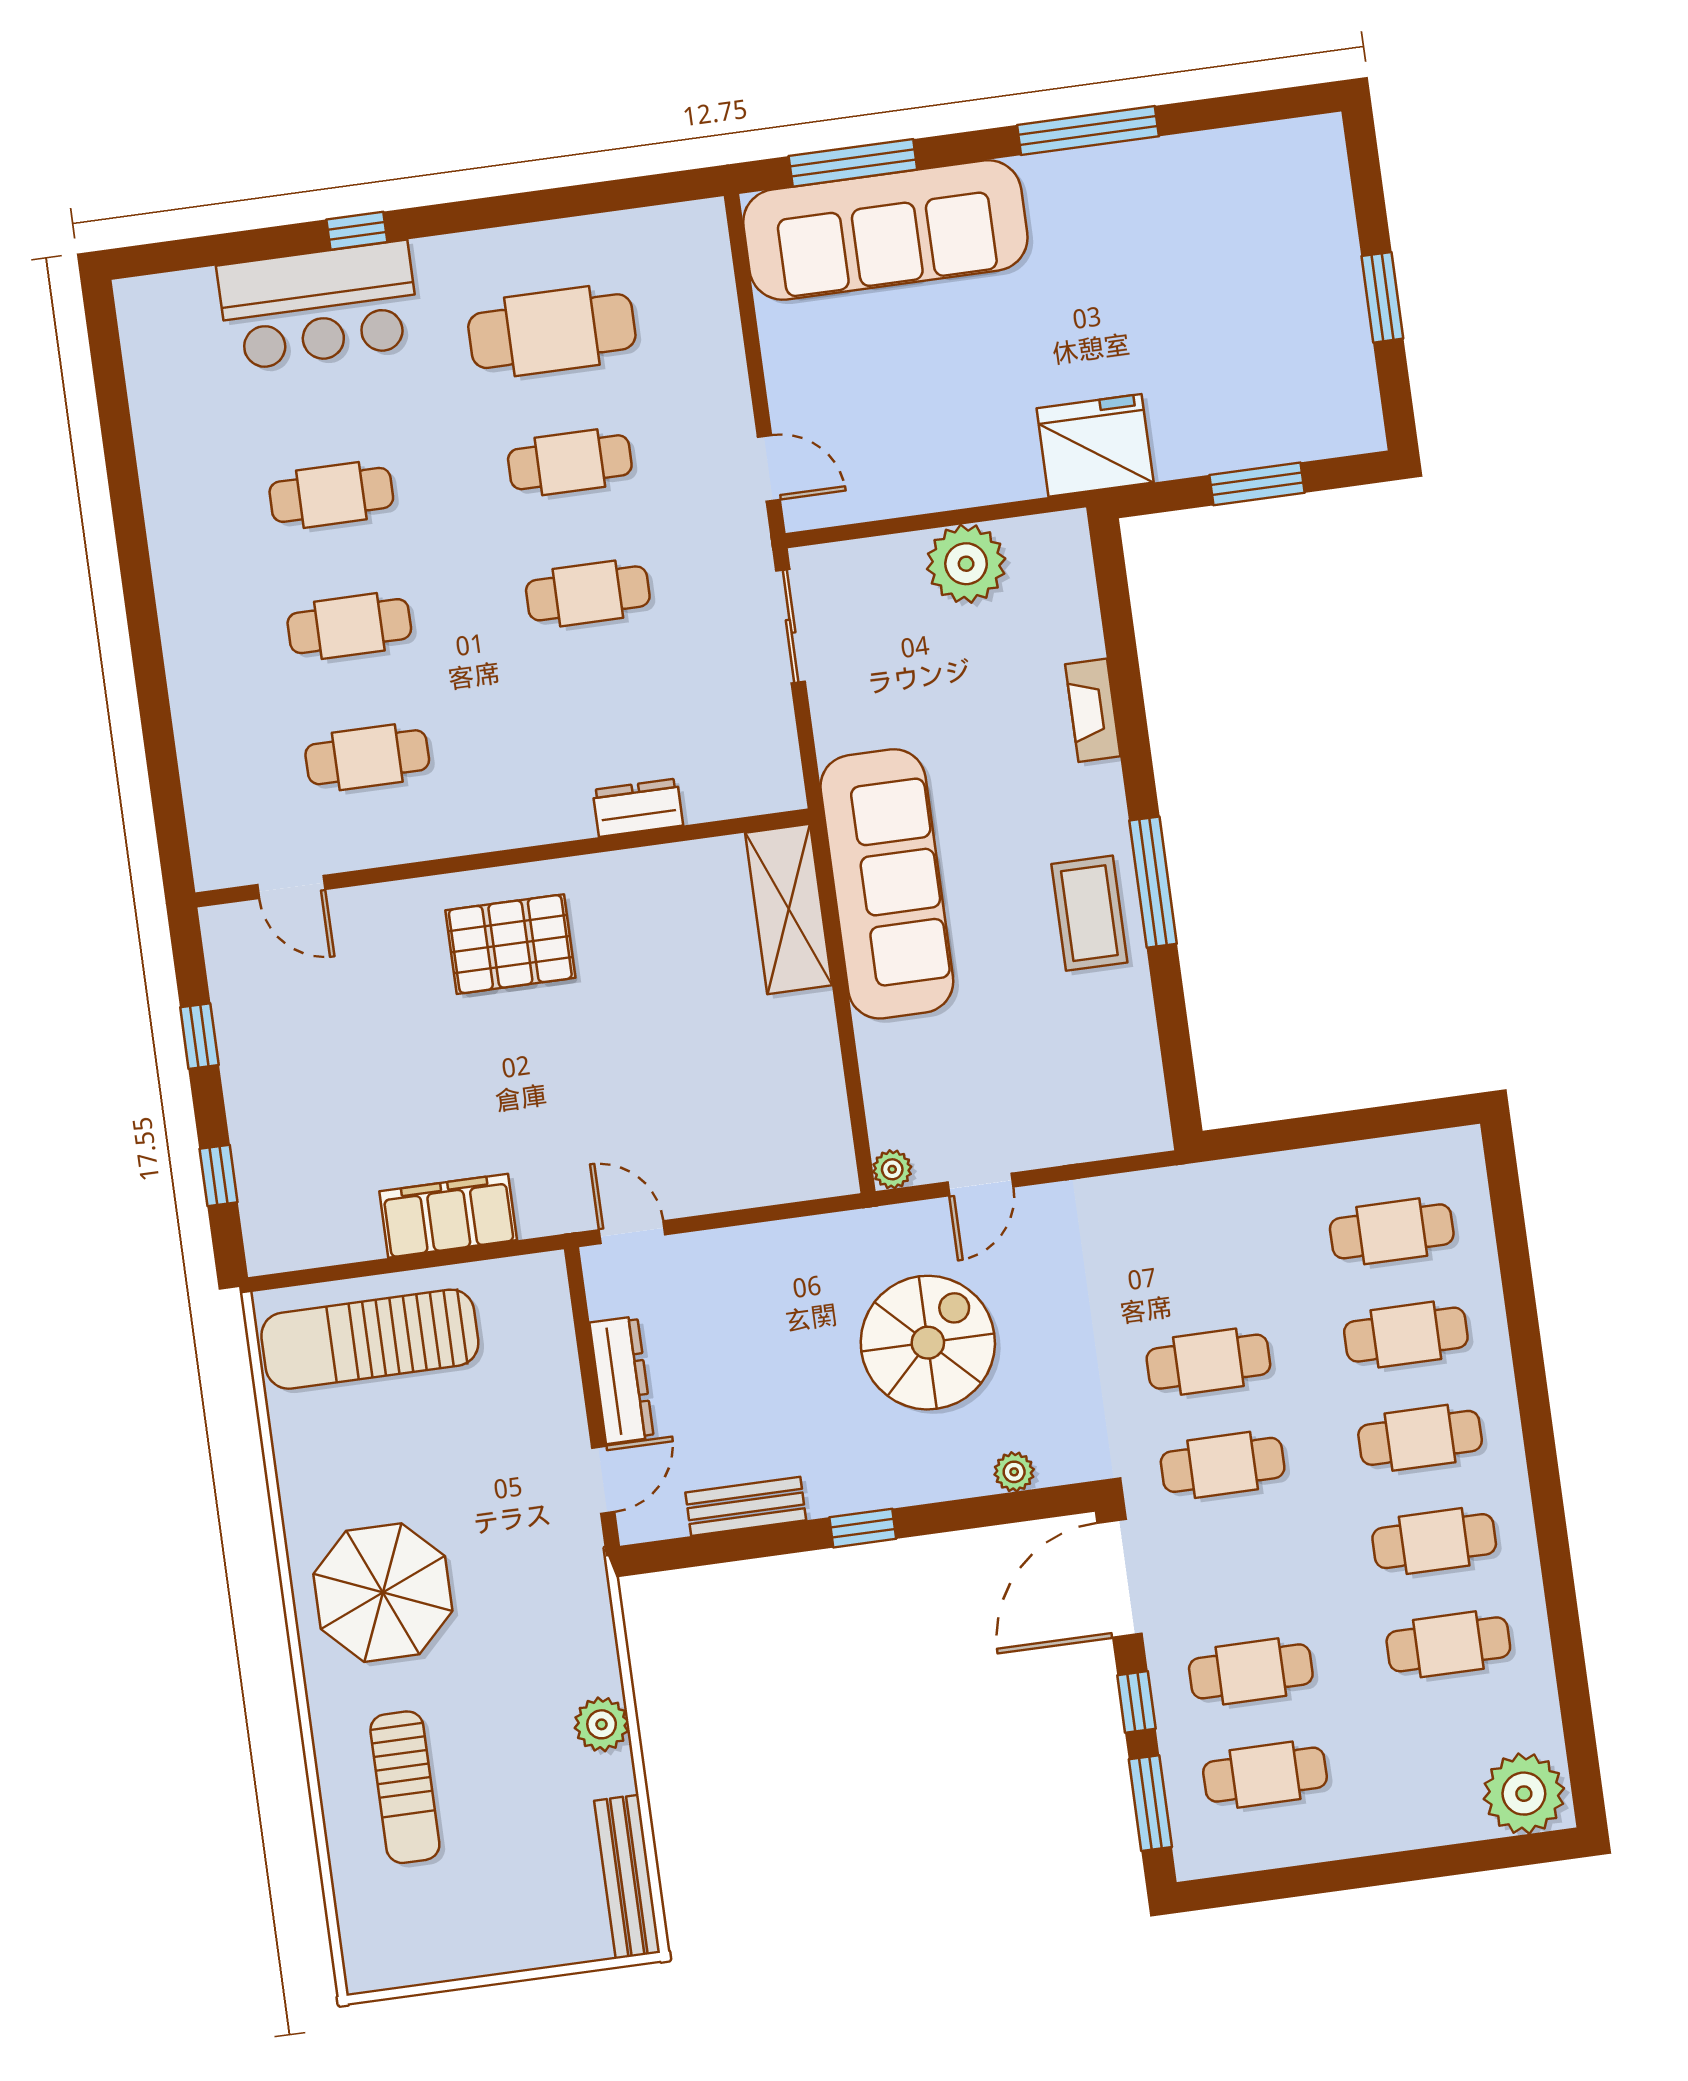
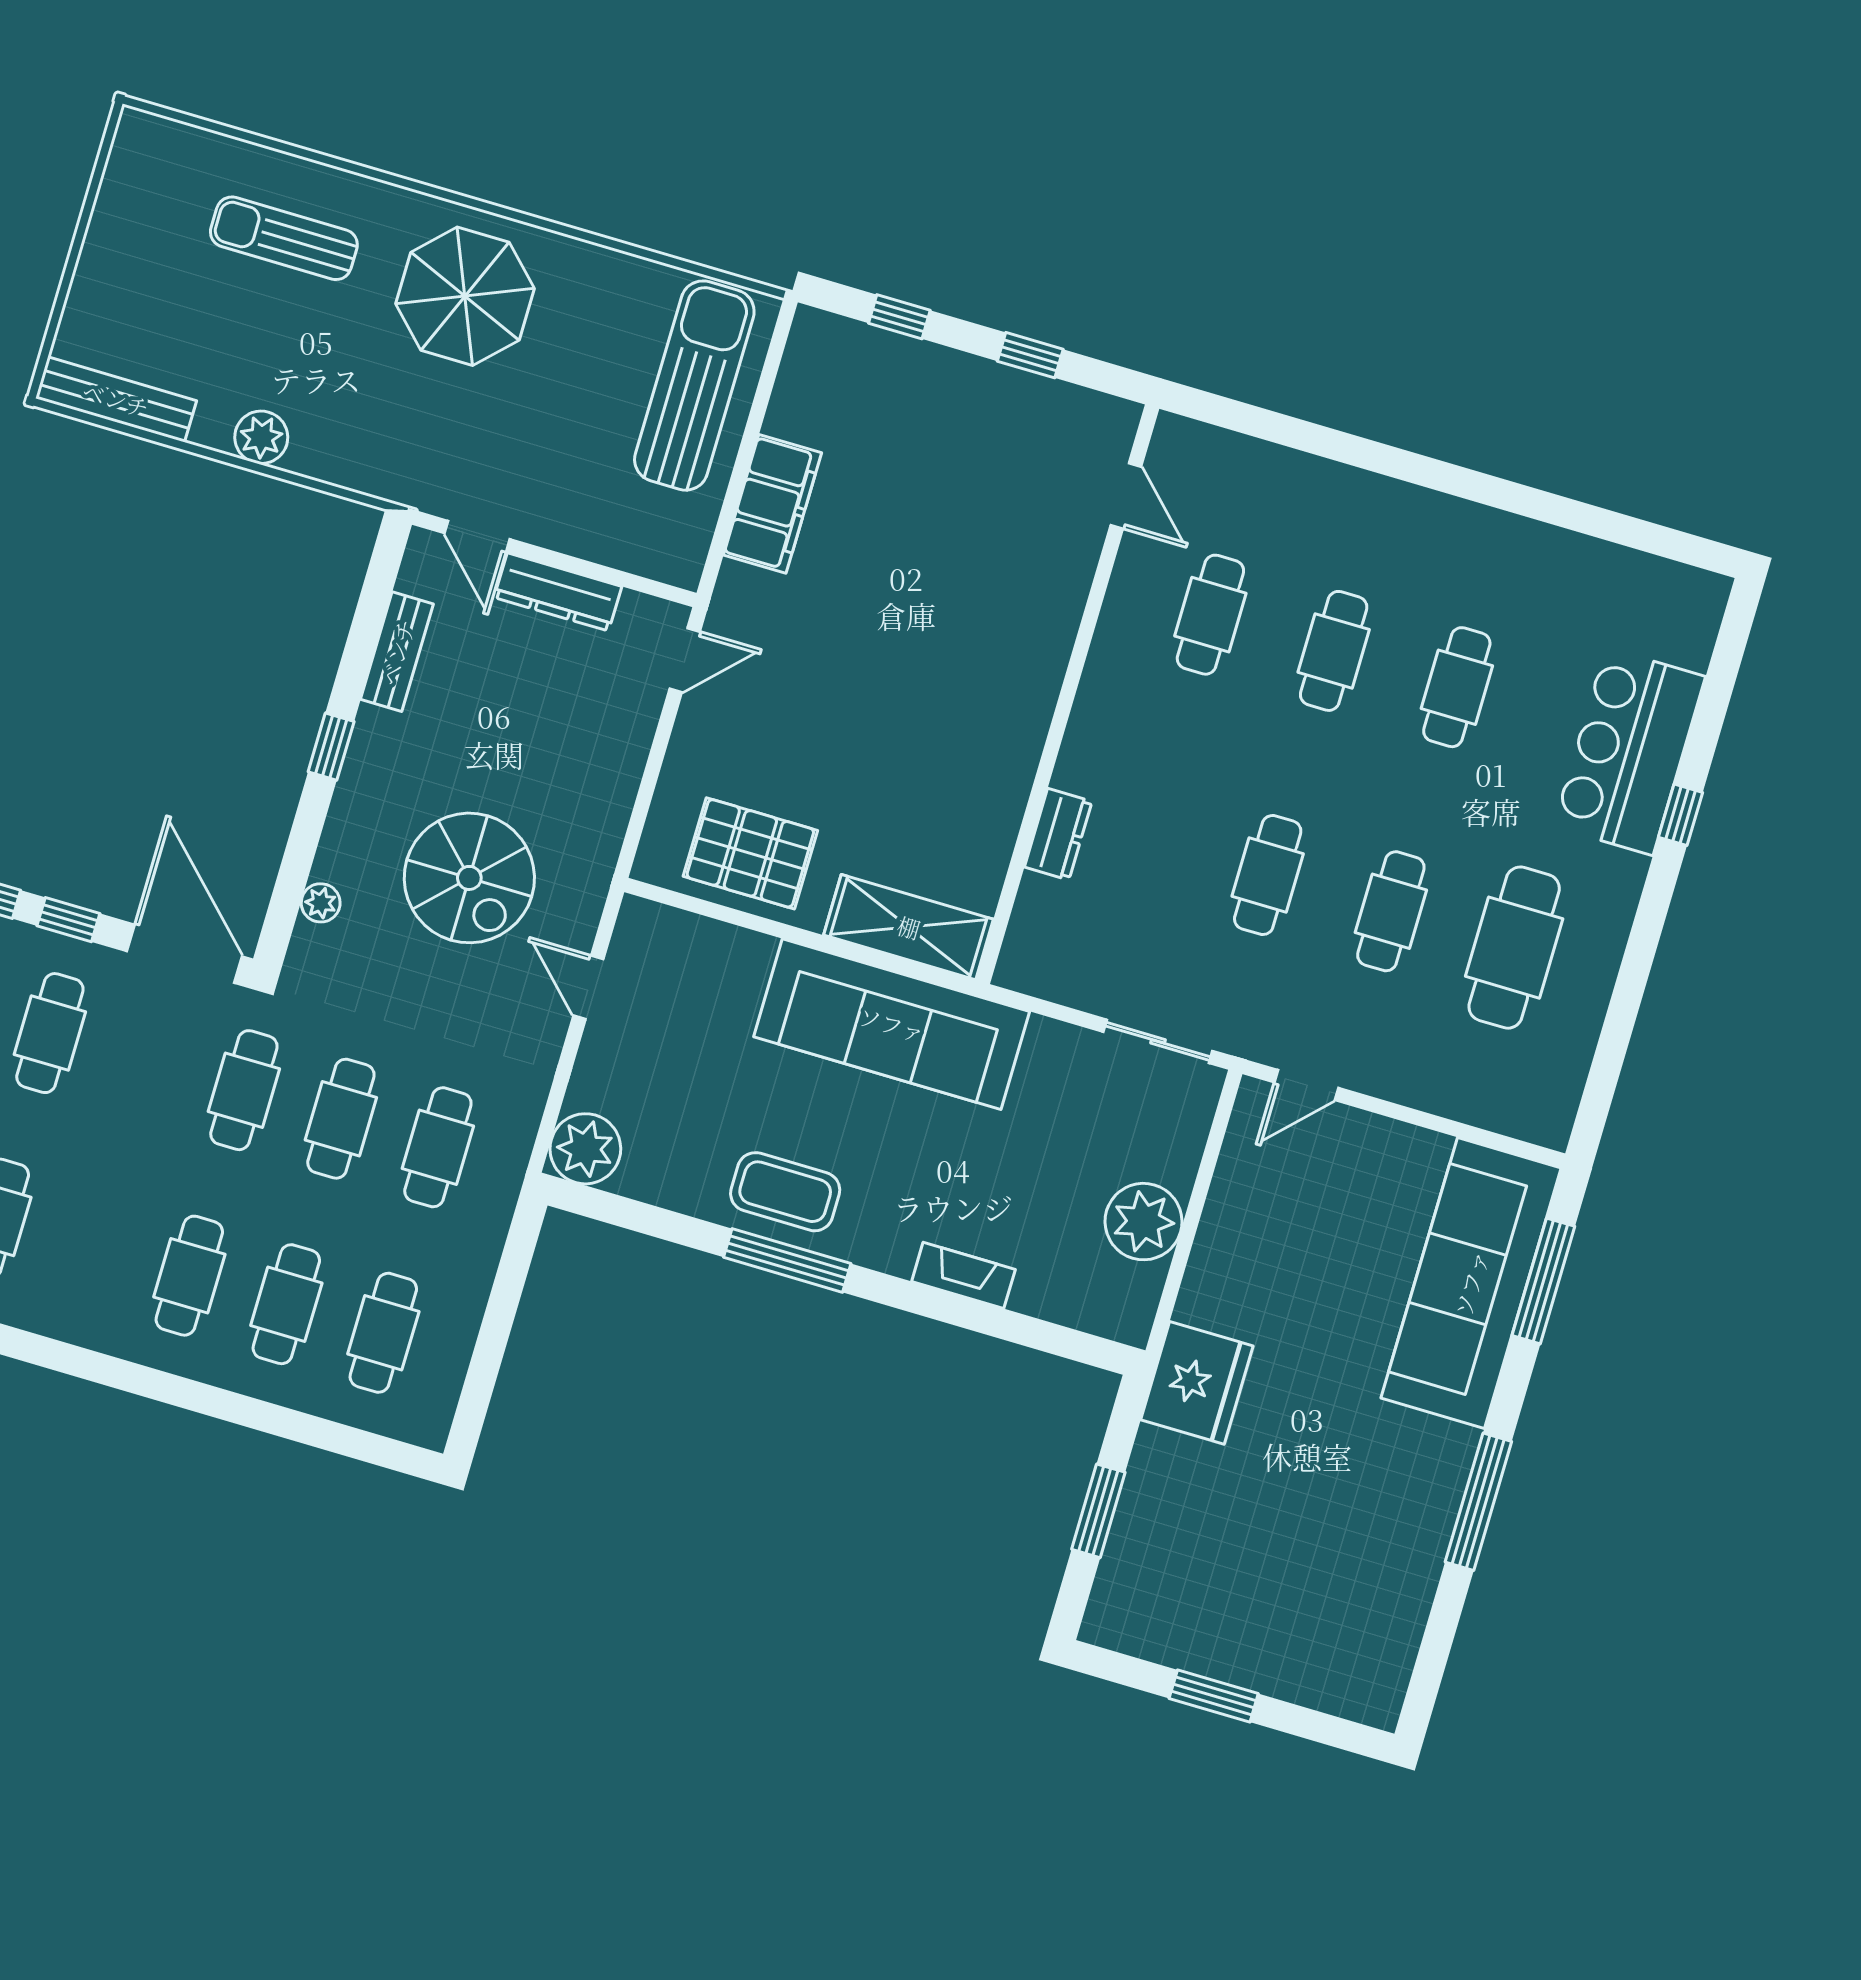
door: (291, 887) -> (1126, 496), swing flipped
pallet: (510, 944) -> (750, 853), moved, turned 90
plant: (892, 1169) -> (585, 1149), moved, width x1.87, depth x1.87
cafe table: (1434, 1541) -> (438, 1147), moved

